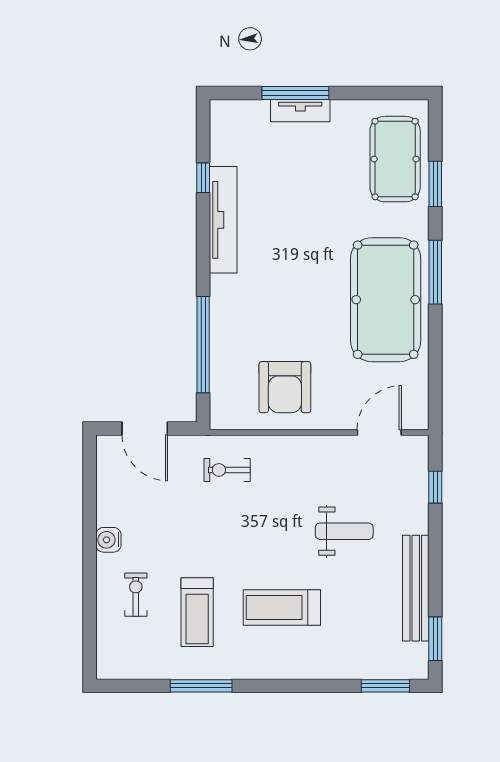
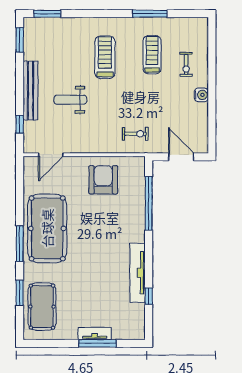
bench: (416, 588) -> (30, 91), moved
treadmill: (282, 608) -> (105, 57), turned -90

